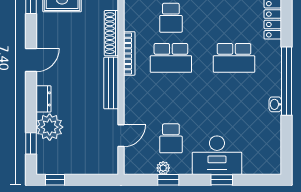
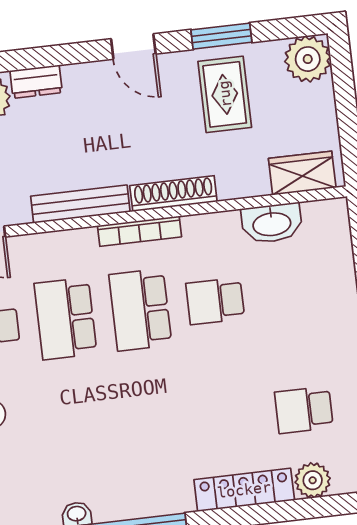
school desk: (234, 58) -> (65, 319), moved
door: (31, 60) -> (133, 46), moved

